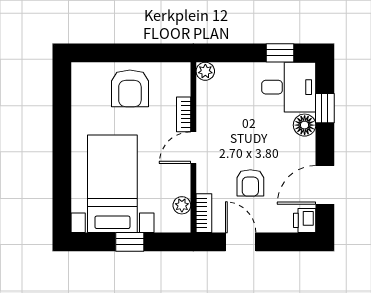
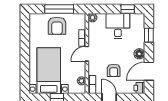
window: (135, 53) -> (59, 9), added
desk: (289, 87) -> (118, 26), moved, turned -90
floor lamp: (305, 125) -> (139, 54), moved

